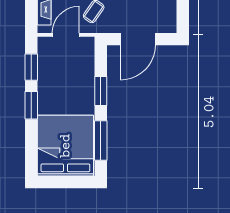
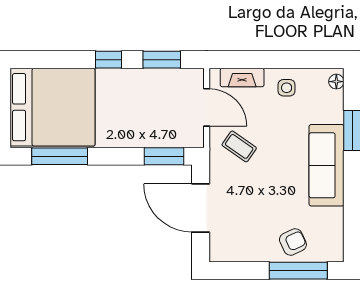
window: (101, 91) -> (164, 156), moved
window: (31, 105) -> (109, 60), width x0.67

